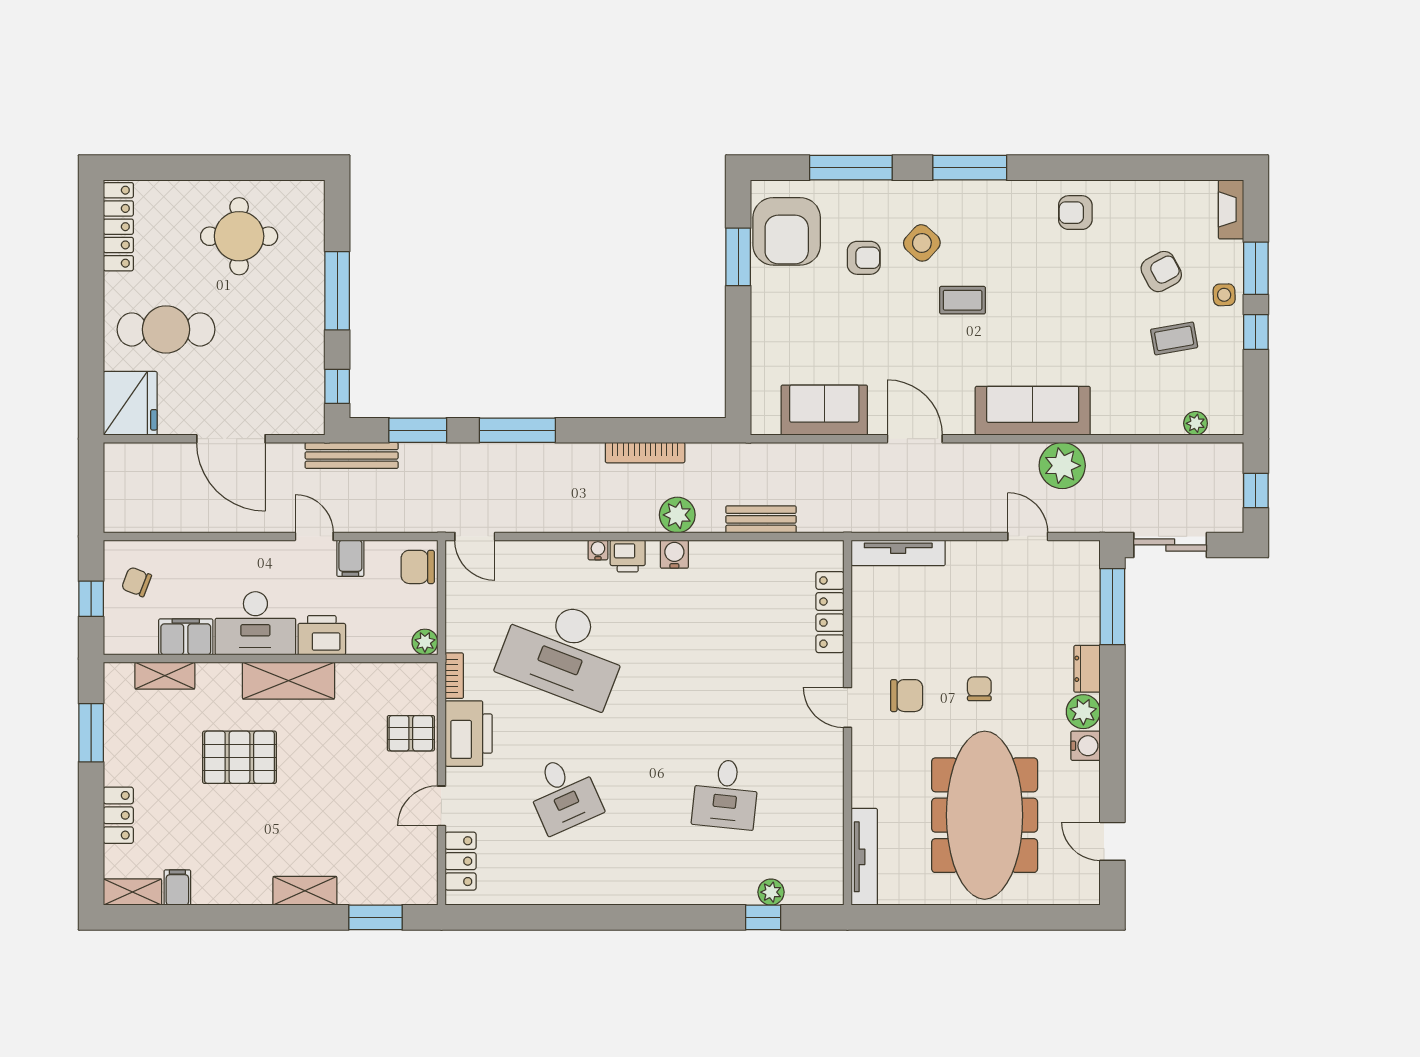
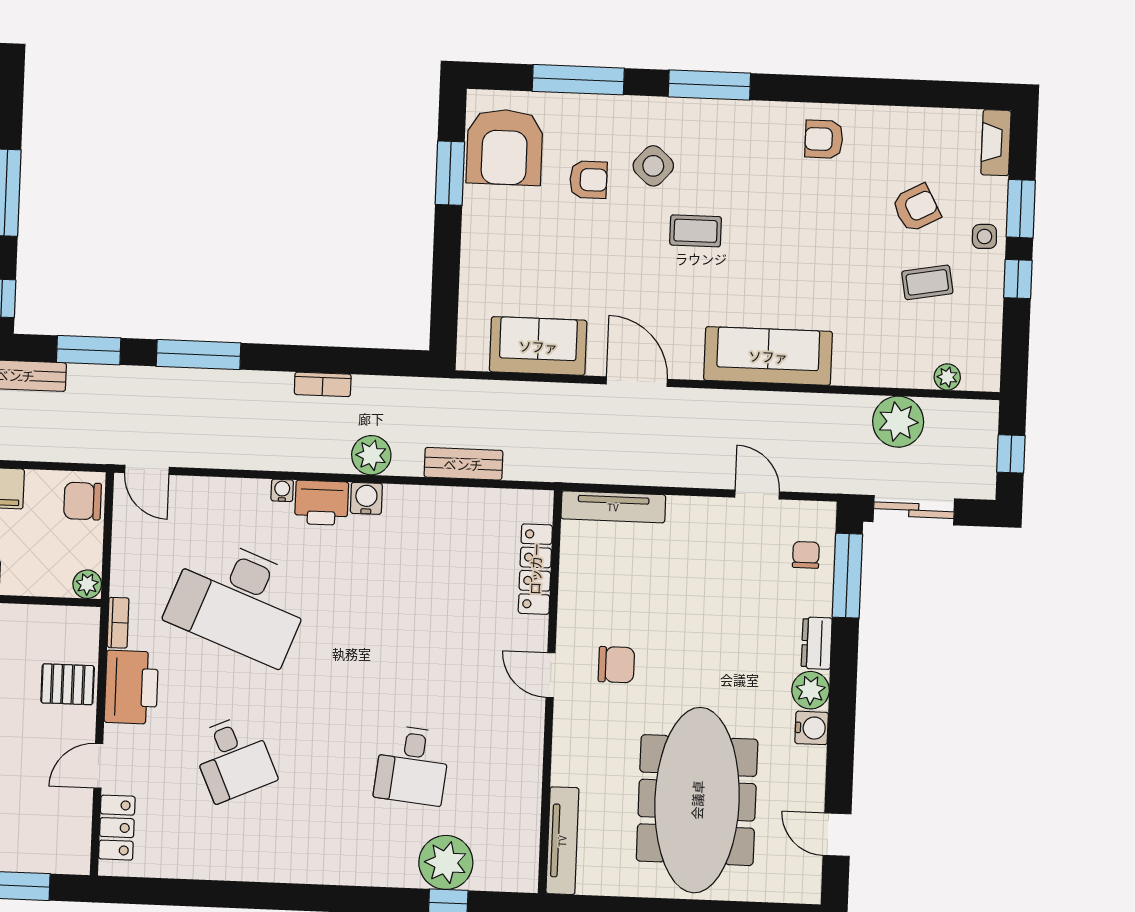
bookcase: (645, 453) -> (323, 384), width x0.64
plant: (1062, 466) -> (898, 422), moved
printer: (628, 556) -> (322, 503), width x1.36, depth x1.24
chair: (979, 689) -> (806, 555), moved
plant: (771, 892) -> (446, 862), width x1.88, depth x1.88

